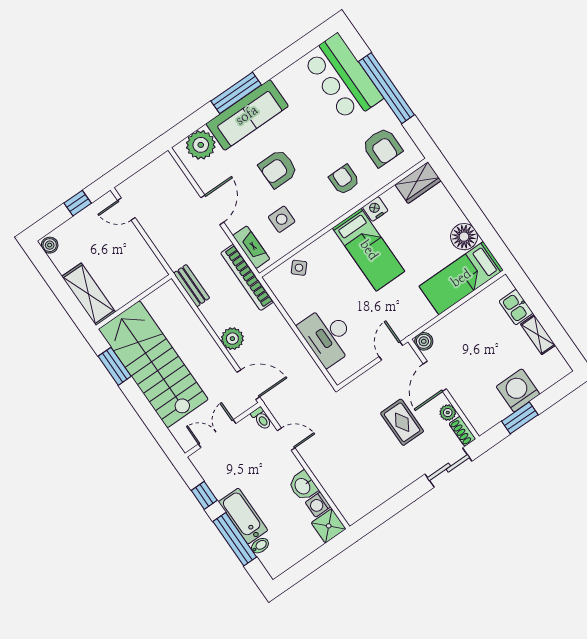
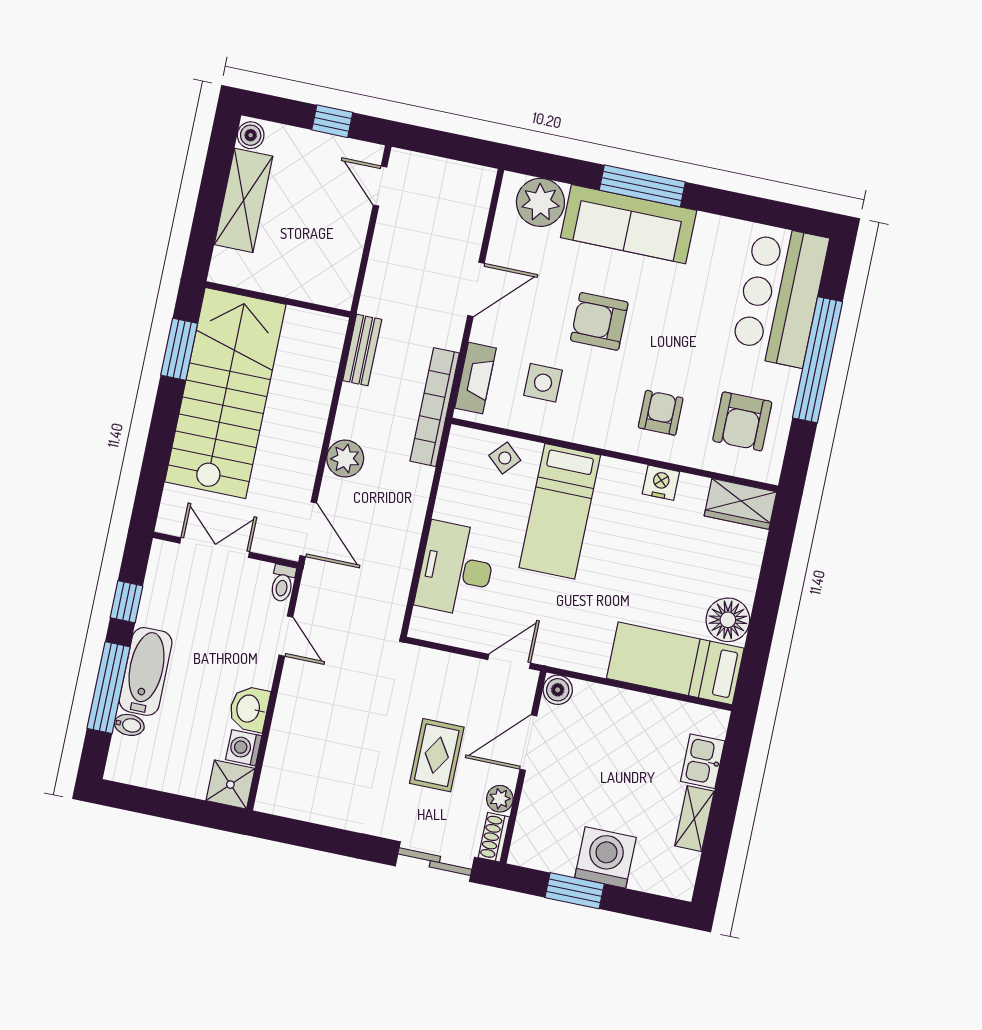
bed: (369, 250) -> (560, 511), moved
shelving: (89, 294) -> (244, 200), moved

